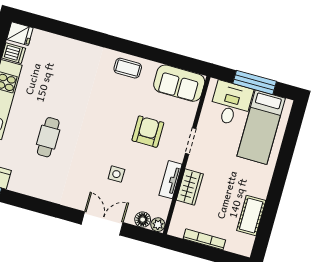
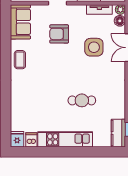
side table: (116, 174) -> (94, 47), width x1.87, depth x1.87
tv unit: (170, 180) -> (99, 9), moved

